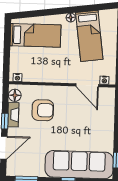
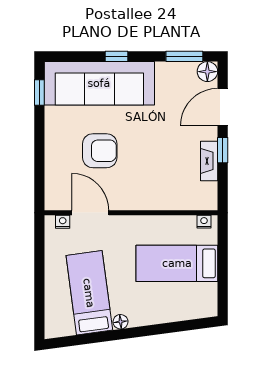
bed: (35, 35) -> (177, 263), moved
floor lamp: (15, 95) -> (207, 72), moved
armchair: (43, 110) -> (100, 151), moved, turned 180

